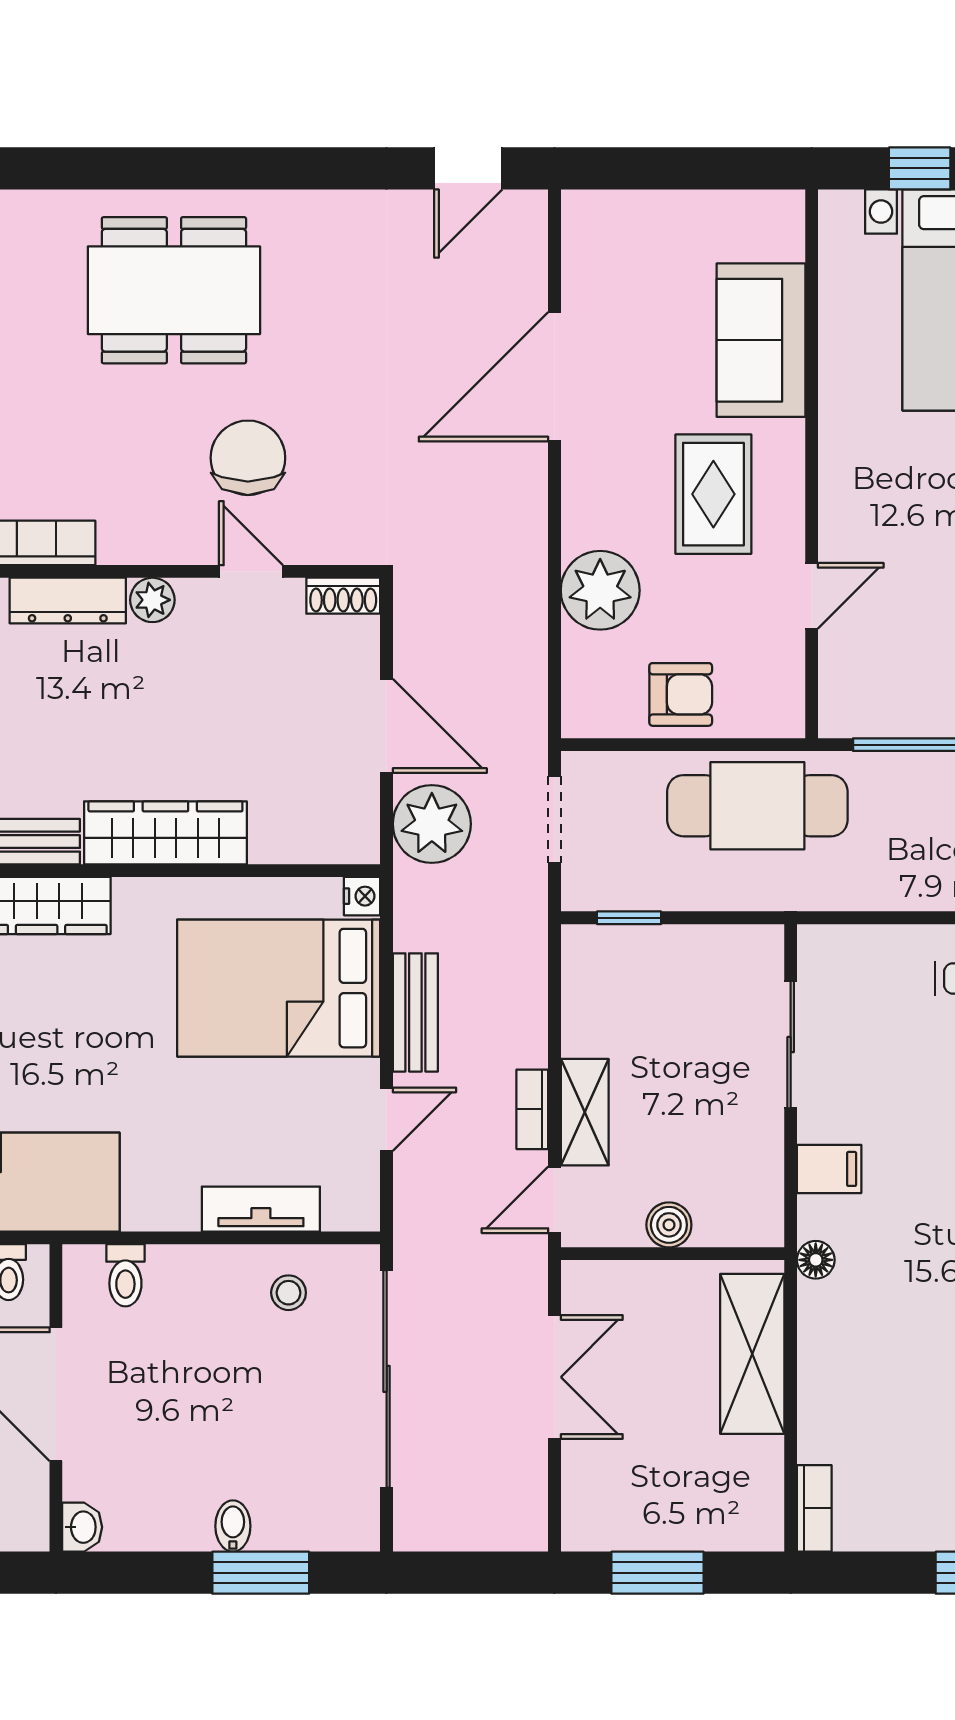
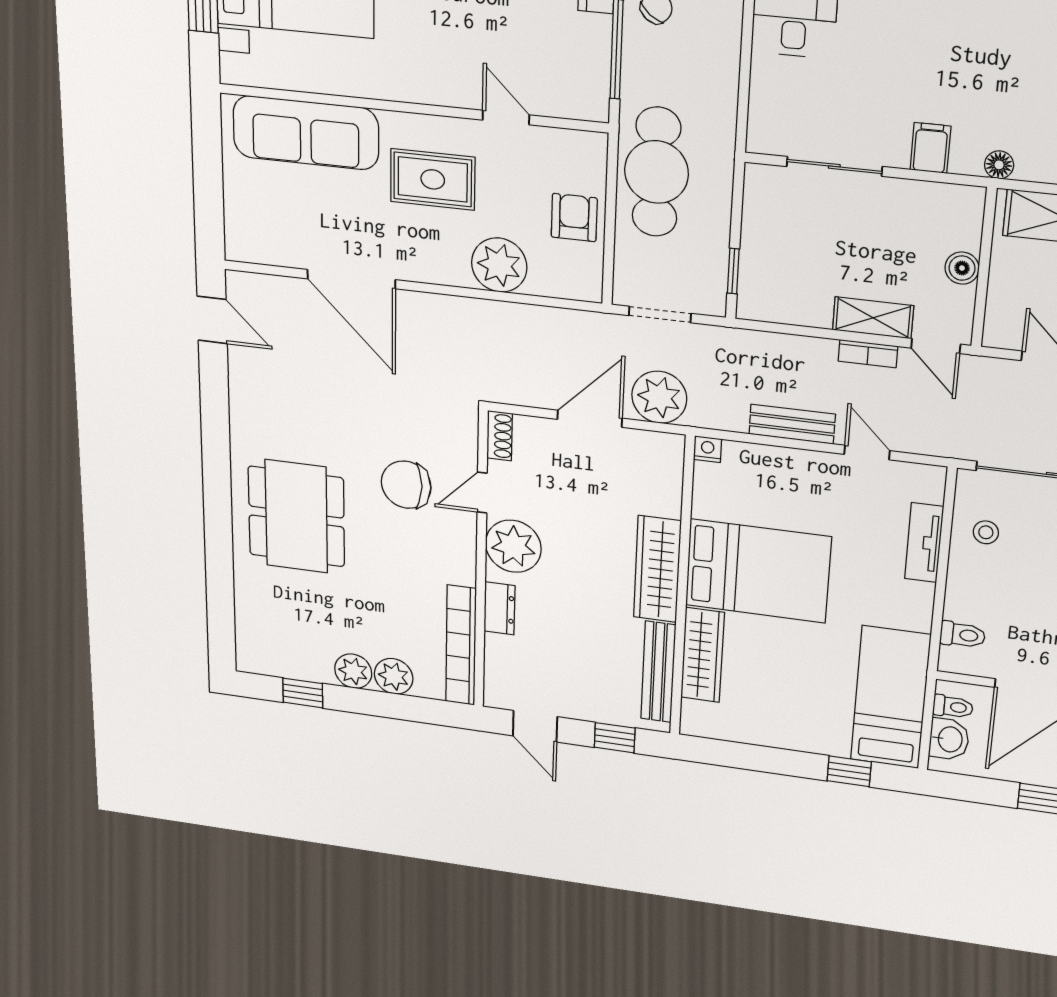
sofa: (761, 340) -> (306, 133), width x1.36
plant: (152, 600) -> (513, 546), width x1.87, depth x1.87
dresser: (68, 601) -> (499, 608), width x0.70
bed: (279, 988) -> (758, 571), moved, turned -90

